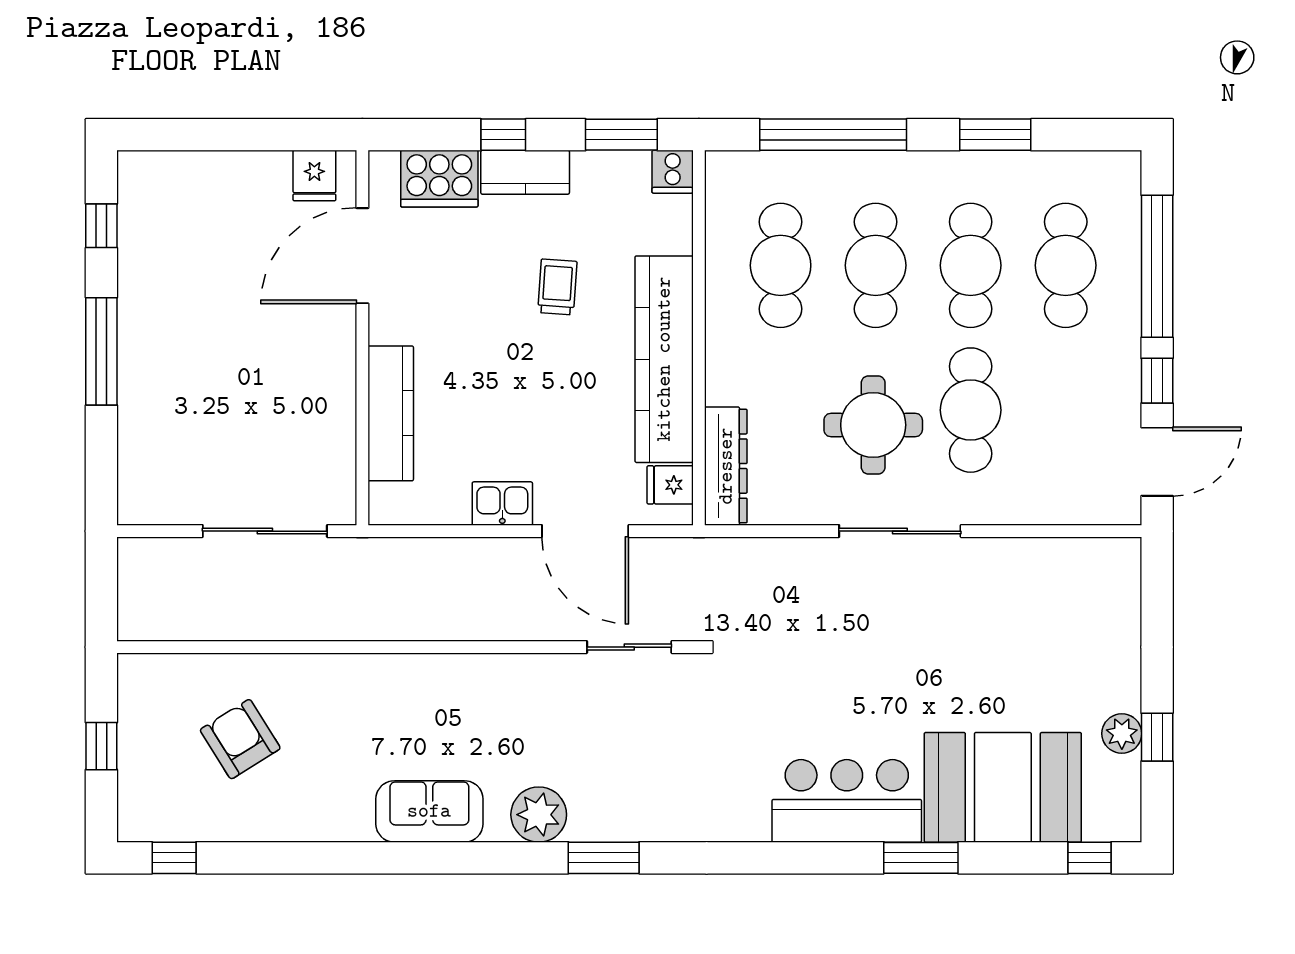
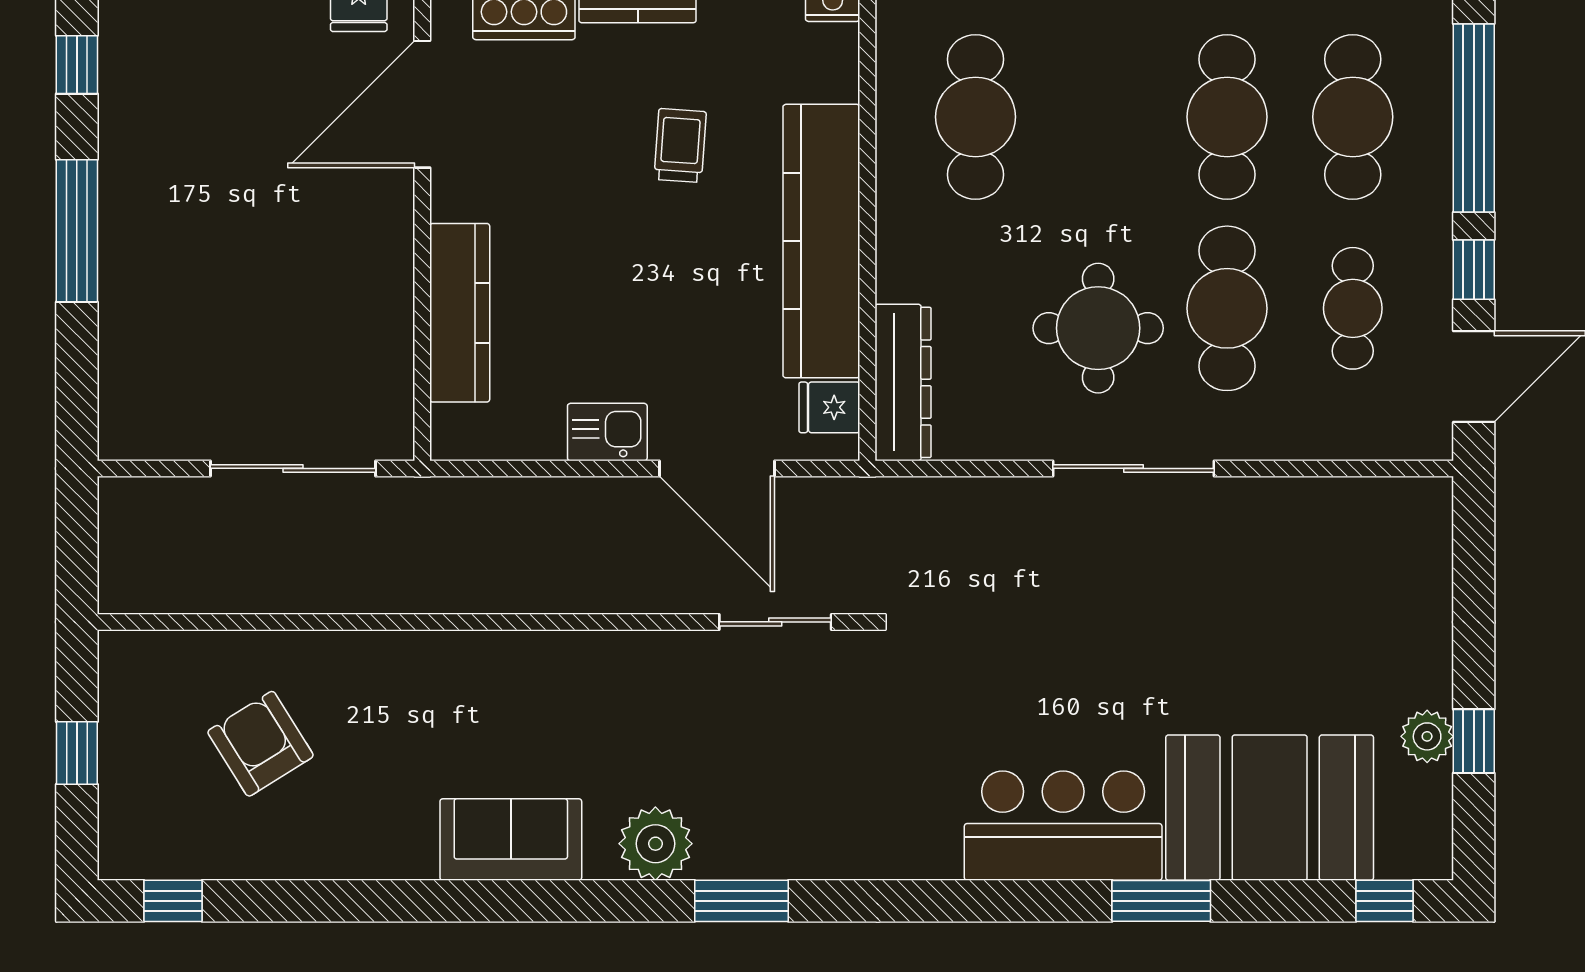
cafe table: (876, 265) -> (1353, 308), moved, width x0.73, depth x0.74

